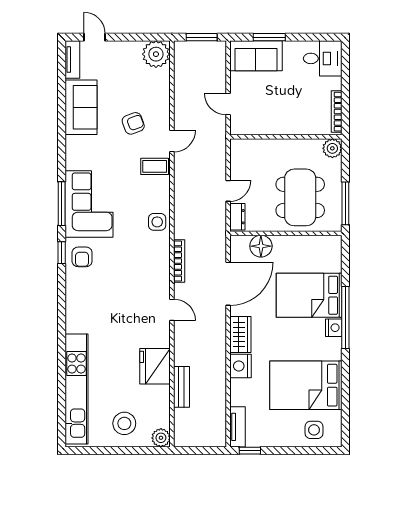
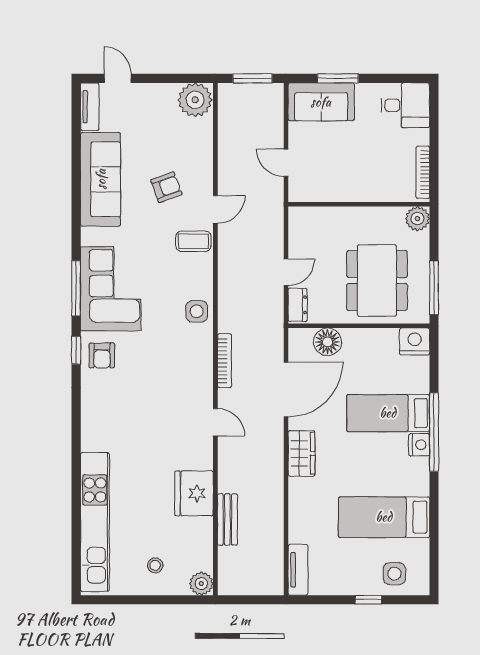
sofa: (81, 107) -> (101, 179), width x1.36
bed: (309, 295) -> (388, 413), width x0.67
nightstand: (240, 366) -> (415, 341), moved, turned 90
bed: (306, 385) -> (384, 517), width x0.67
stool: (124, 423) -> (155, 565), width x0.53, depth x0.53
window: (250, 451) -> (368, 600), moved

